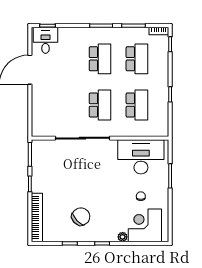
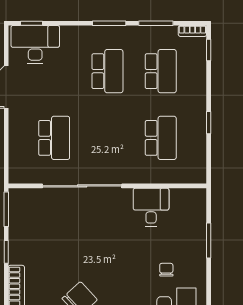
desk: (45, 40) -> (35, 44), width x1.37
school desk: (100, 105) -> (54, 138), moved
desk: (141, 157) -> (151, 207), width x0.53, depth x0.77

